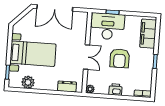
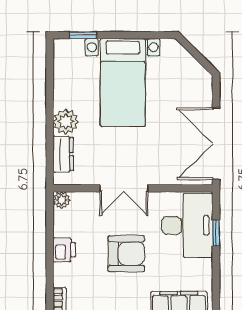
double door: (55, 8) -> (216, 144), moved
armchair: (120, 58) -> (126, 254), turned 180
plant: (28, 82) -> (66, 122), moved

